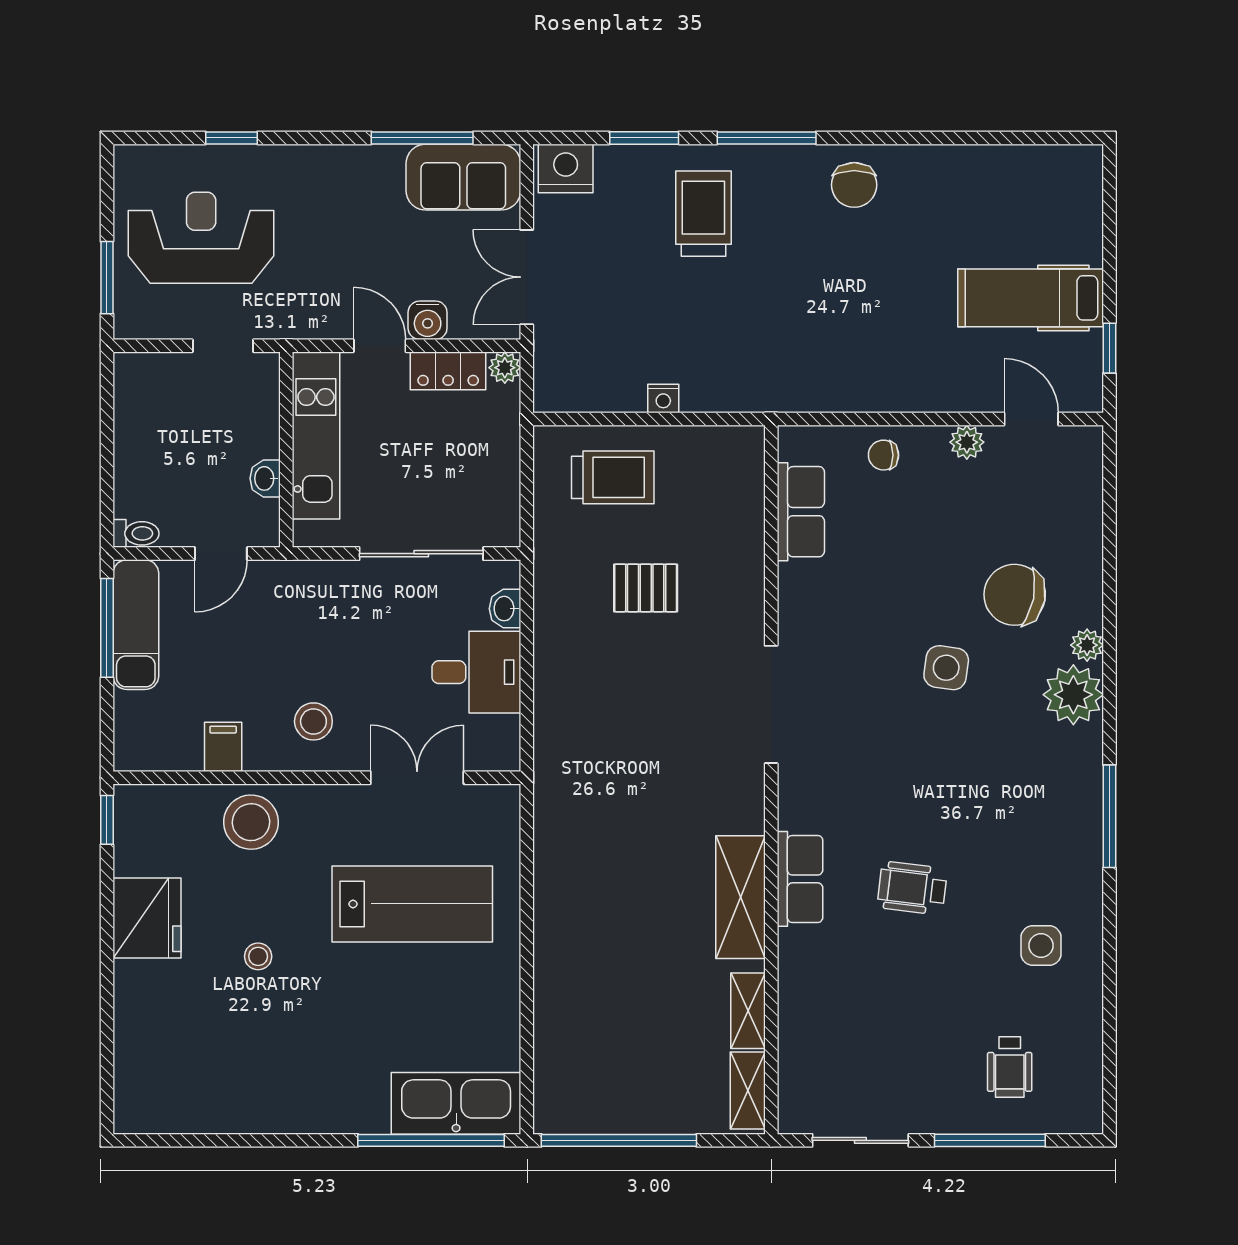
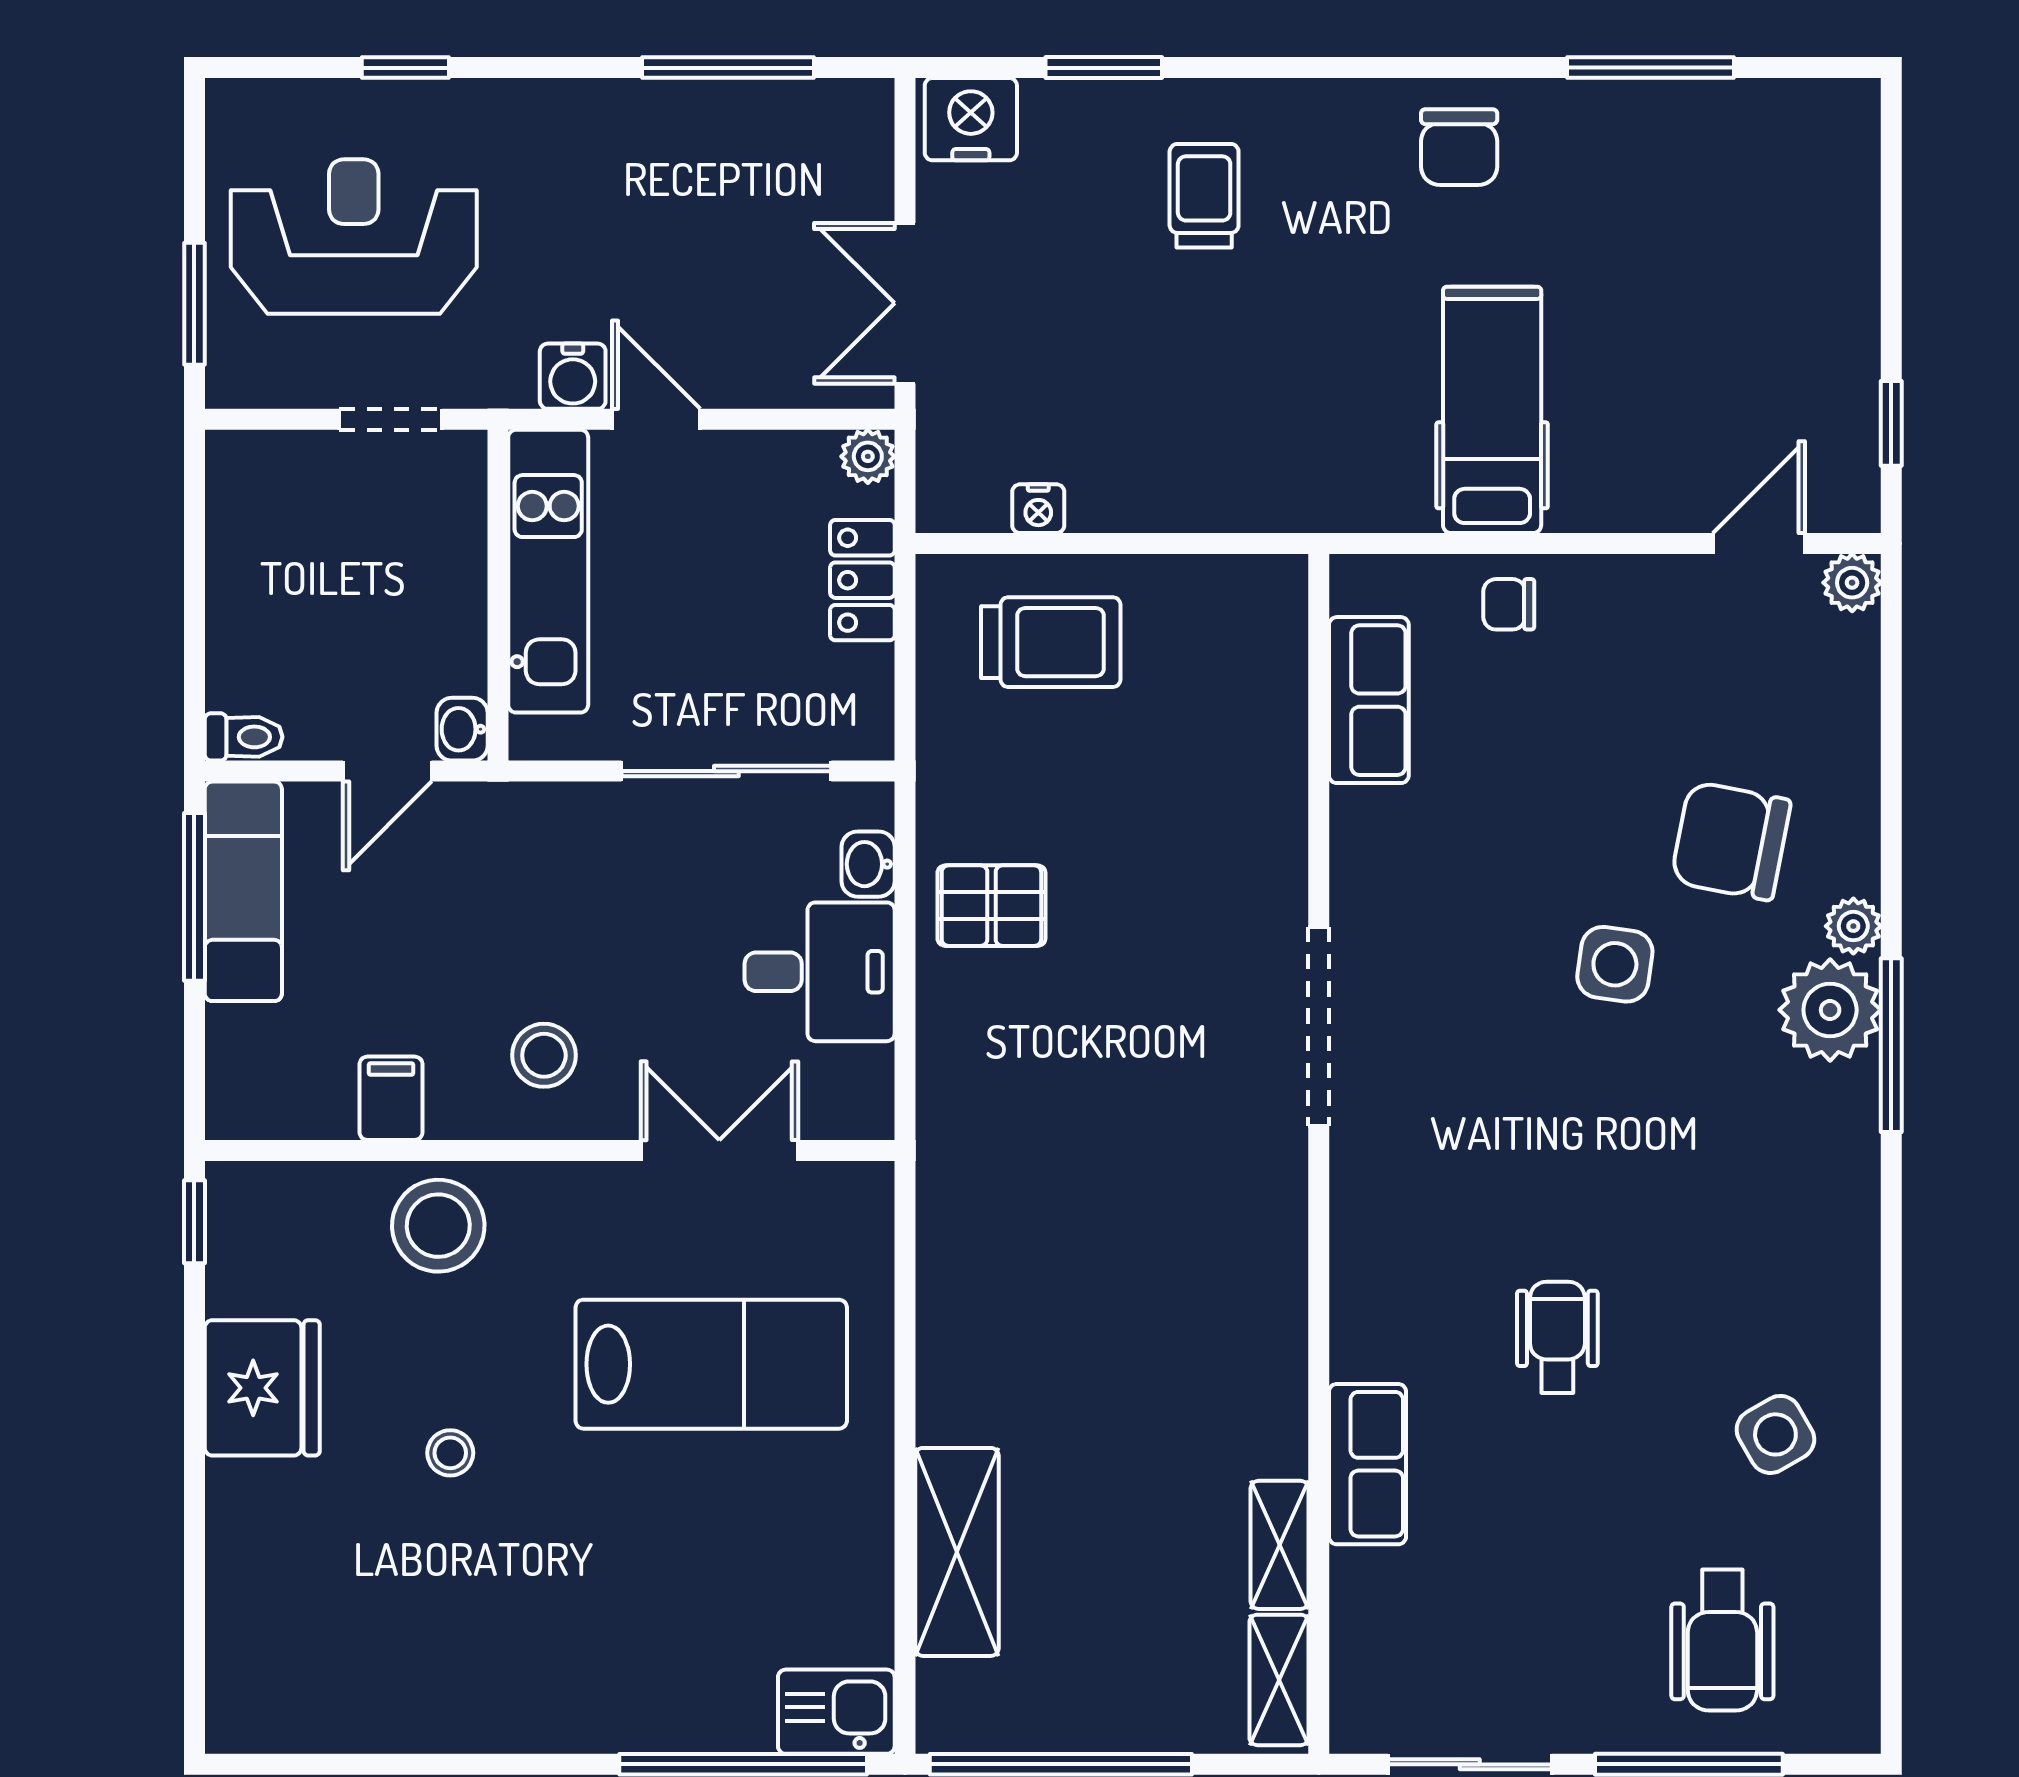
window: (767, 138) -> (1650, 68), moved
sofa: (463, 177) -> (798, 134), removed
trolley: (703, 214) -> (1204, 196), width x0.73, depth x0.72
hospital bed: (1031, 298) -> (1492, 410), moved, turned 90
water cooler: (428, 320) -> (573, 376), moved
locker: (448, 371) -> (862, 580), moved, turned 90
nightstand: (663, 399) -> (1038, 509), moved
door: (1031, 419) -> (1759, 543), hinge flipped
plant: (967, 442) -> (1852, 583), moved
washbasin: (265, 478) -> (462, 729), moved
pallet: (646, 588) -> (991, 906), moved
window: (1109, 816) -> (1891, 1045), moved
row of seats: (800, 879) -> (1368, 1464), moved
wheelchair: (912, 888) -> (1557, 1337), turned 83
shelving: (740, 897) -> (957, 1552), moved
side table: (1041, 946) -> (1775, 1434), turned -30
wheelchair: (1010, 1067) -> (1722, 1640), width x1.36, depth x1.37
kitchen sink: (456, 1103) -> (836, 1712), width x0.53, depth x0.81

